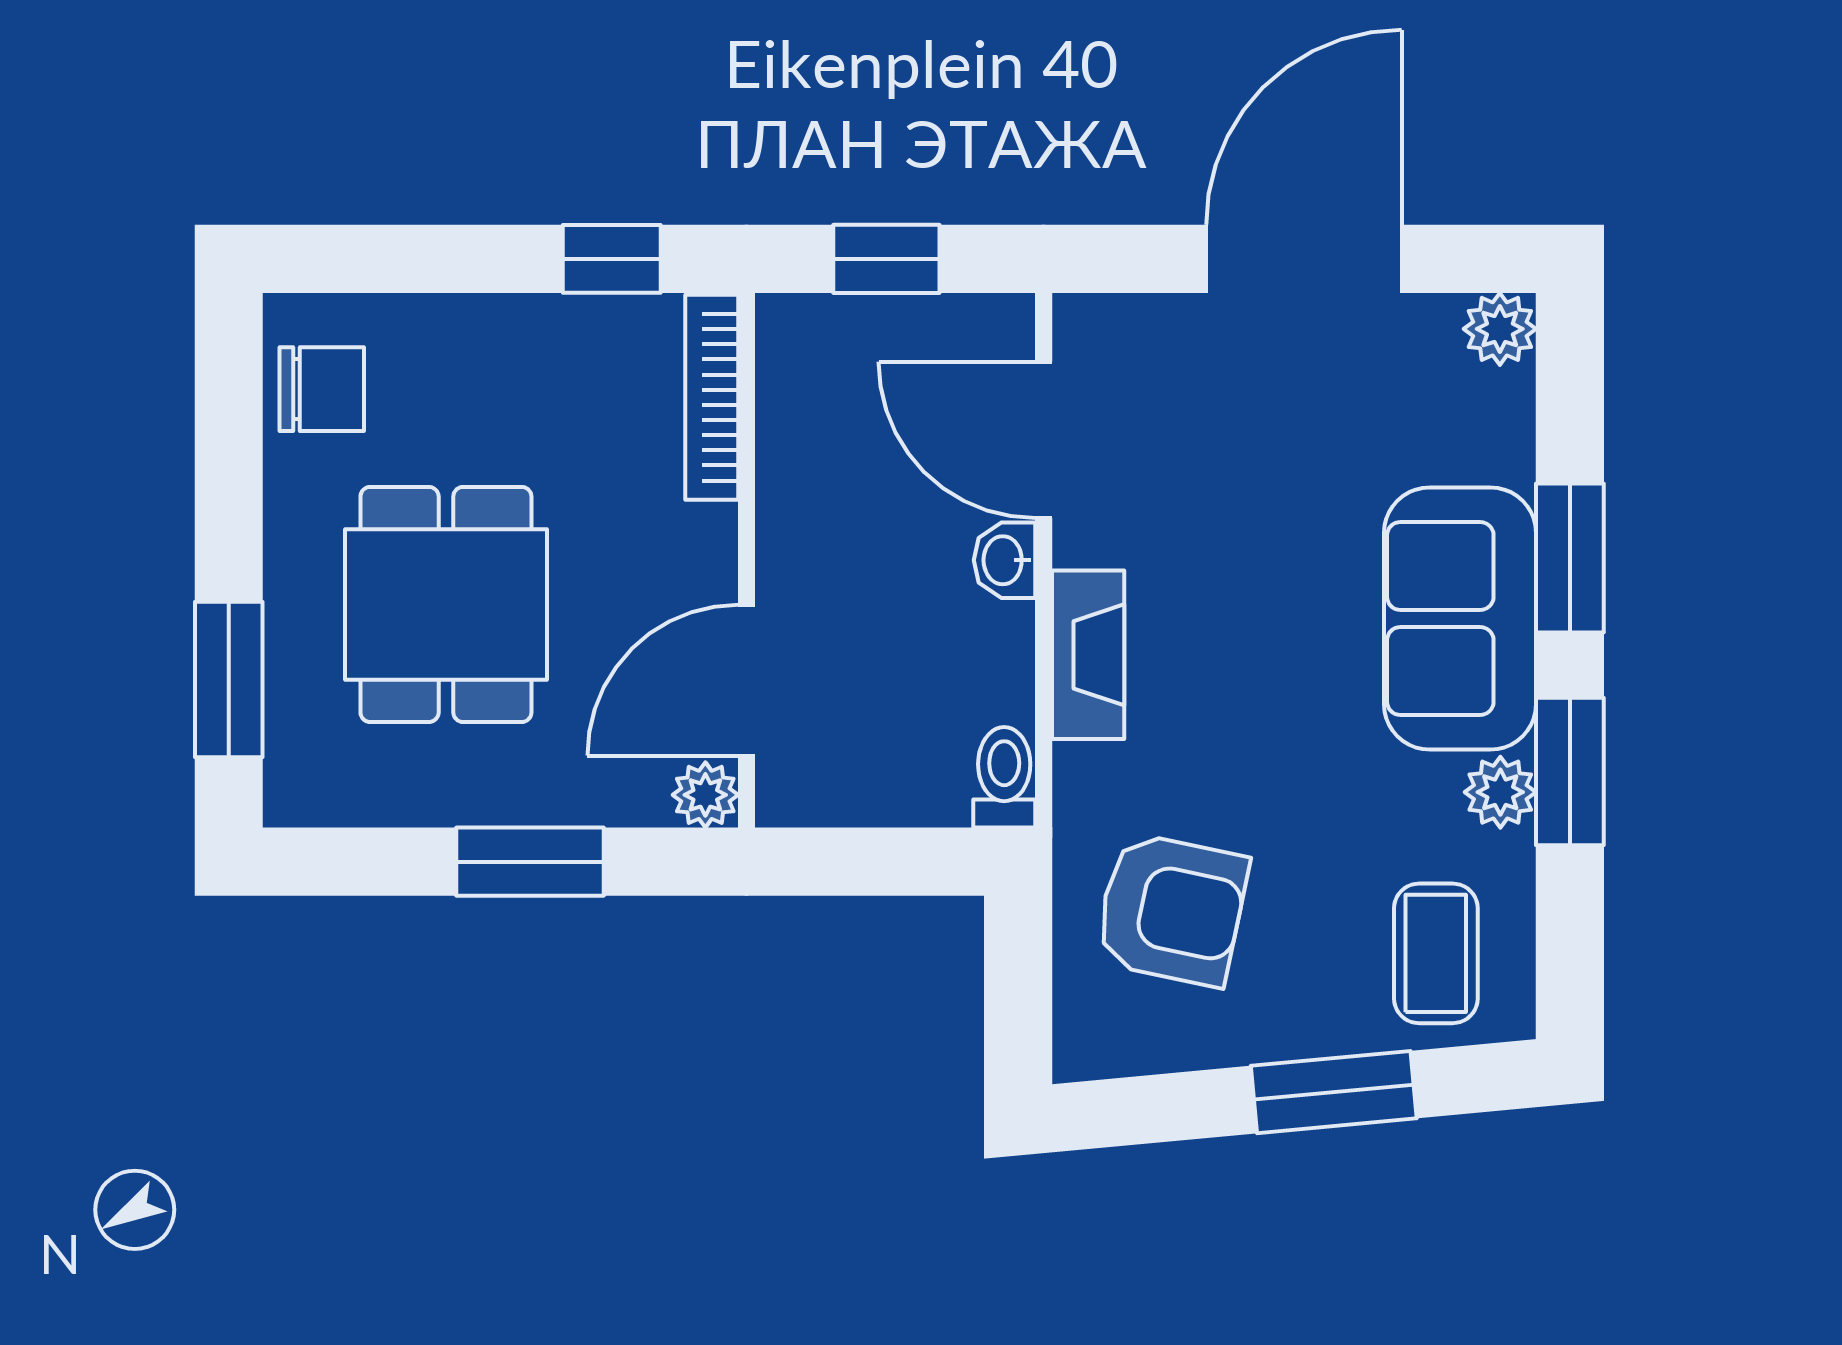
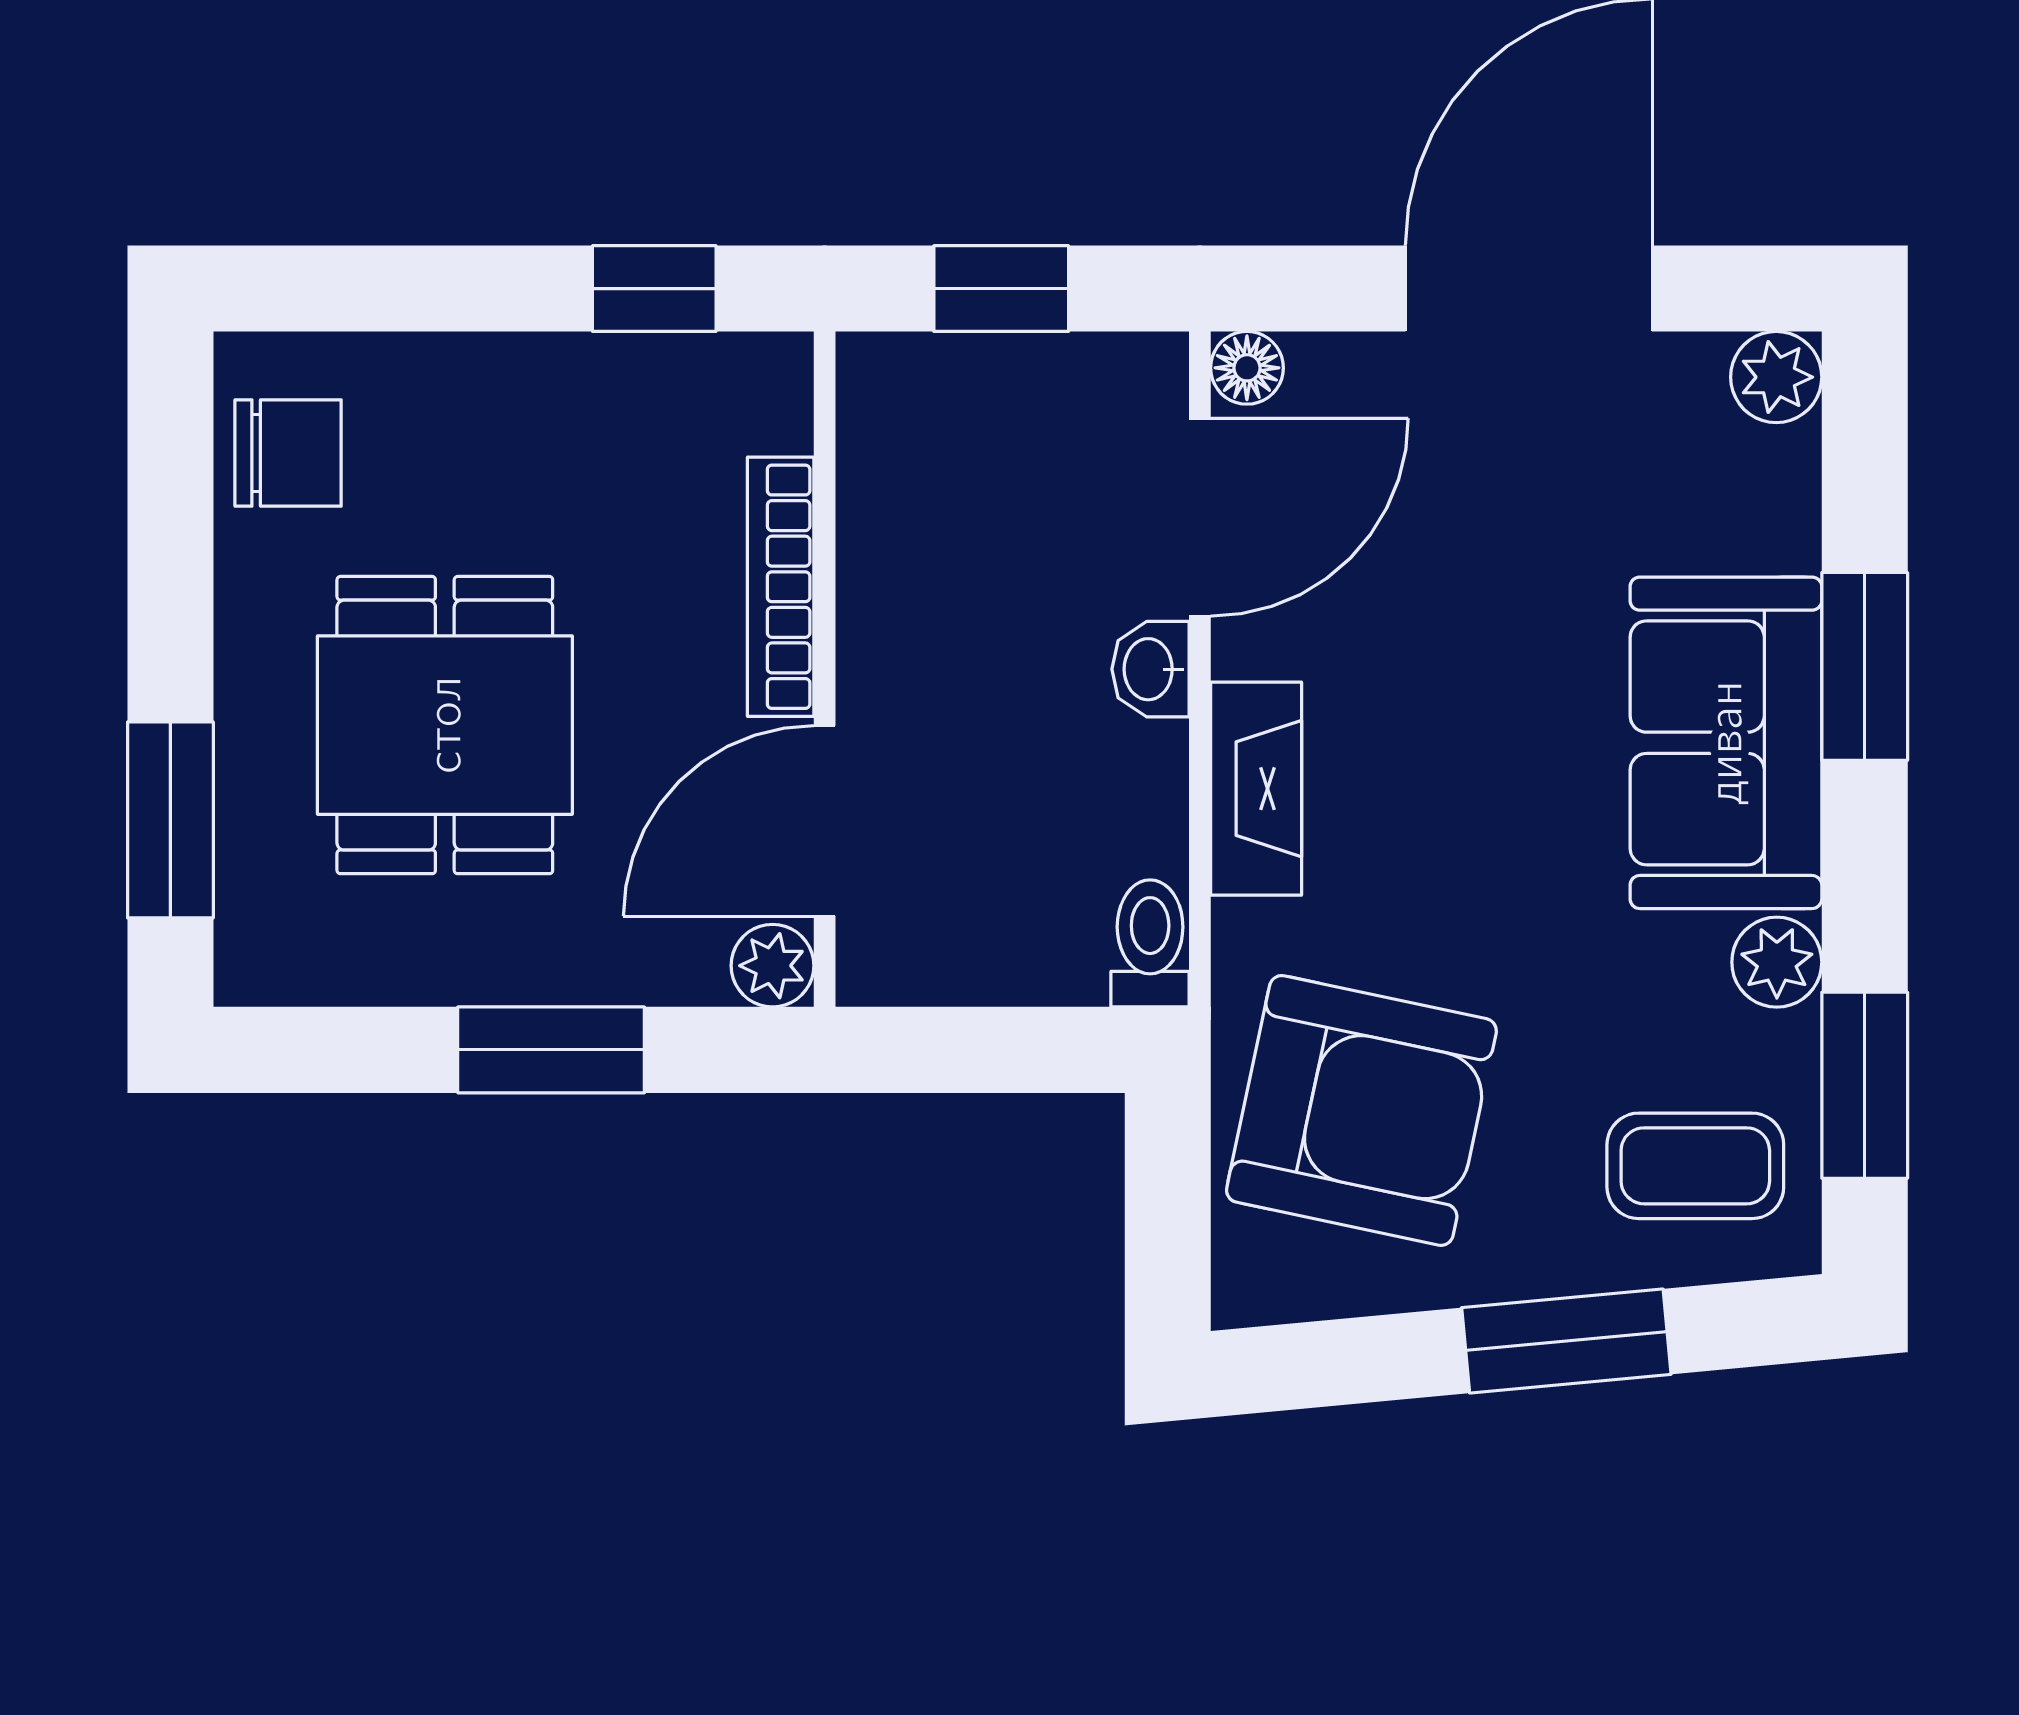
floor lamp: (1081, 322) -> (1247, 368), added
bookcase: (712, 397) -> (781, 587), moved
door: (1044, 440) -> (1200, 517), swing flipped
window: (1570, 772) -> (1865, 1085), moved
armchair: (1171, 910) -> (1361, 1110), width x1.36, depth x1.36
coffee table: (1436, 953) -> (1695, 1166), turned 90

